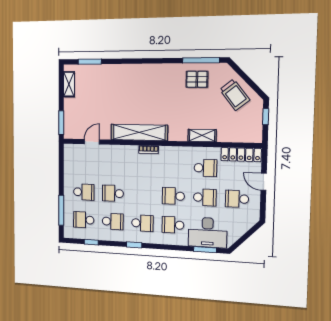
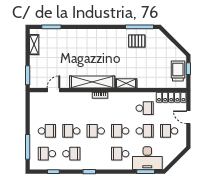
trolley: (235, 95) -> (178, 71), moved, turned -142
shelving: (202, 135) -> (126, 83), moved
school desk: (142, 223) -> (96, 131), moved, turned 180

